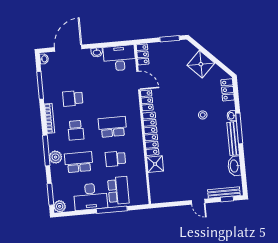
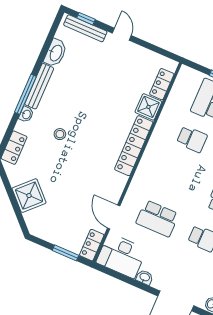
window: (170, 39) -> (65, 253), moved
locker: (147, 100) -> (162, 84), moved
school desk: (112, 127) -> (157, 218), moved

